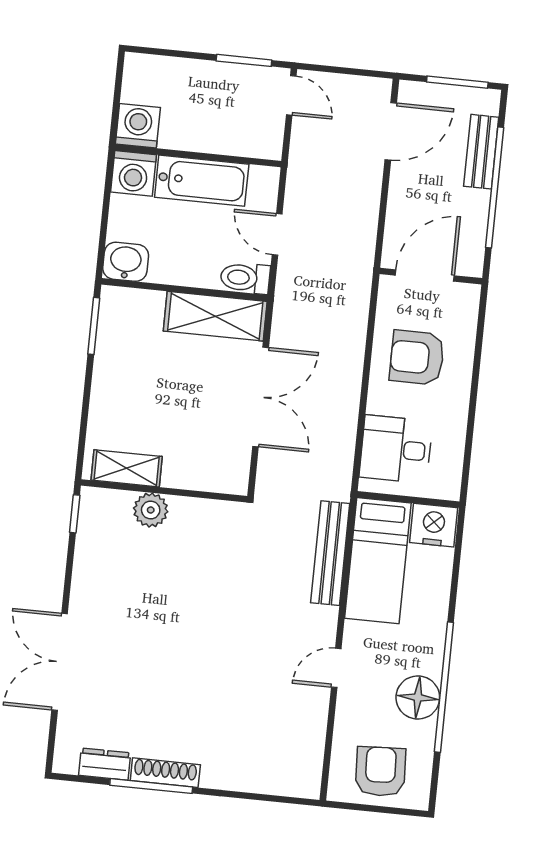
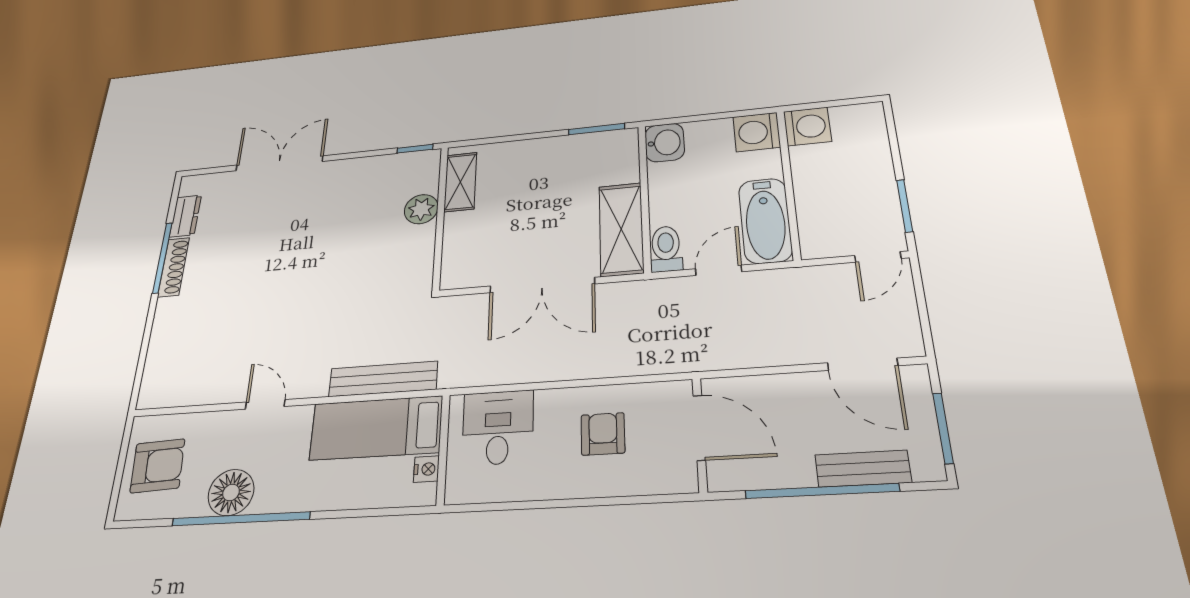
bathtub: (202, 181) -> (765, 221), moved
armchair: (417, 358) -> (603, 434), width x0.72, depth x0.72
nightstand: (434, 525) -> (426, 469), width x0.53, depth x0.56

